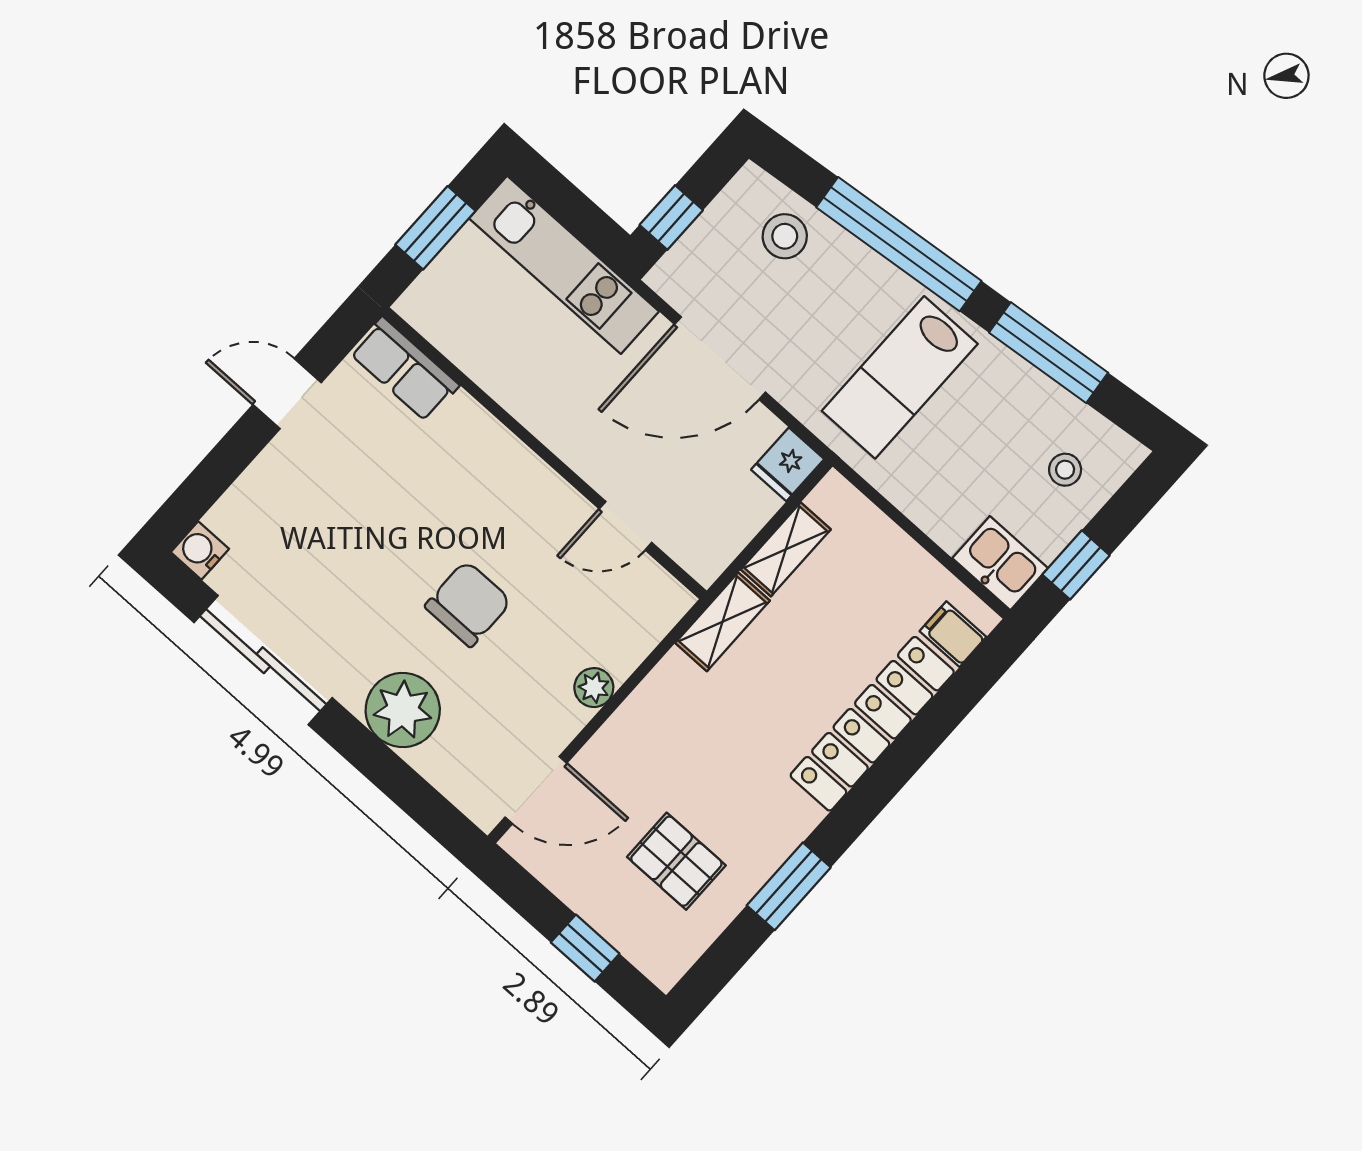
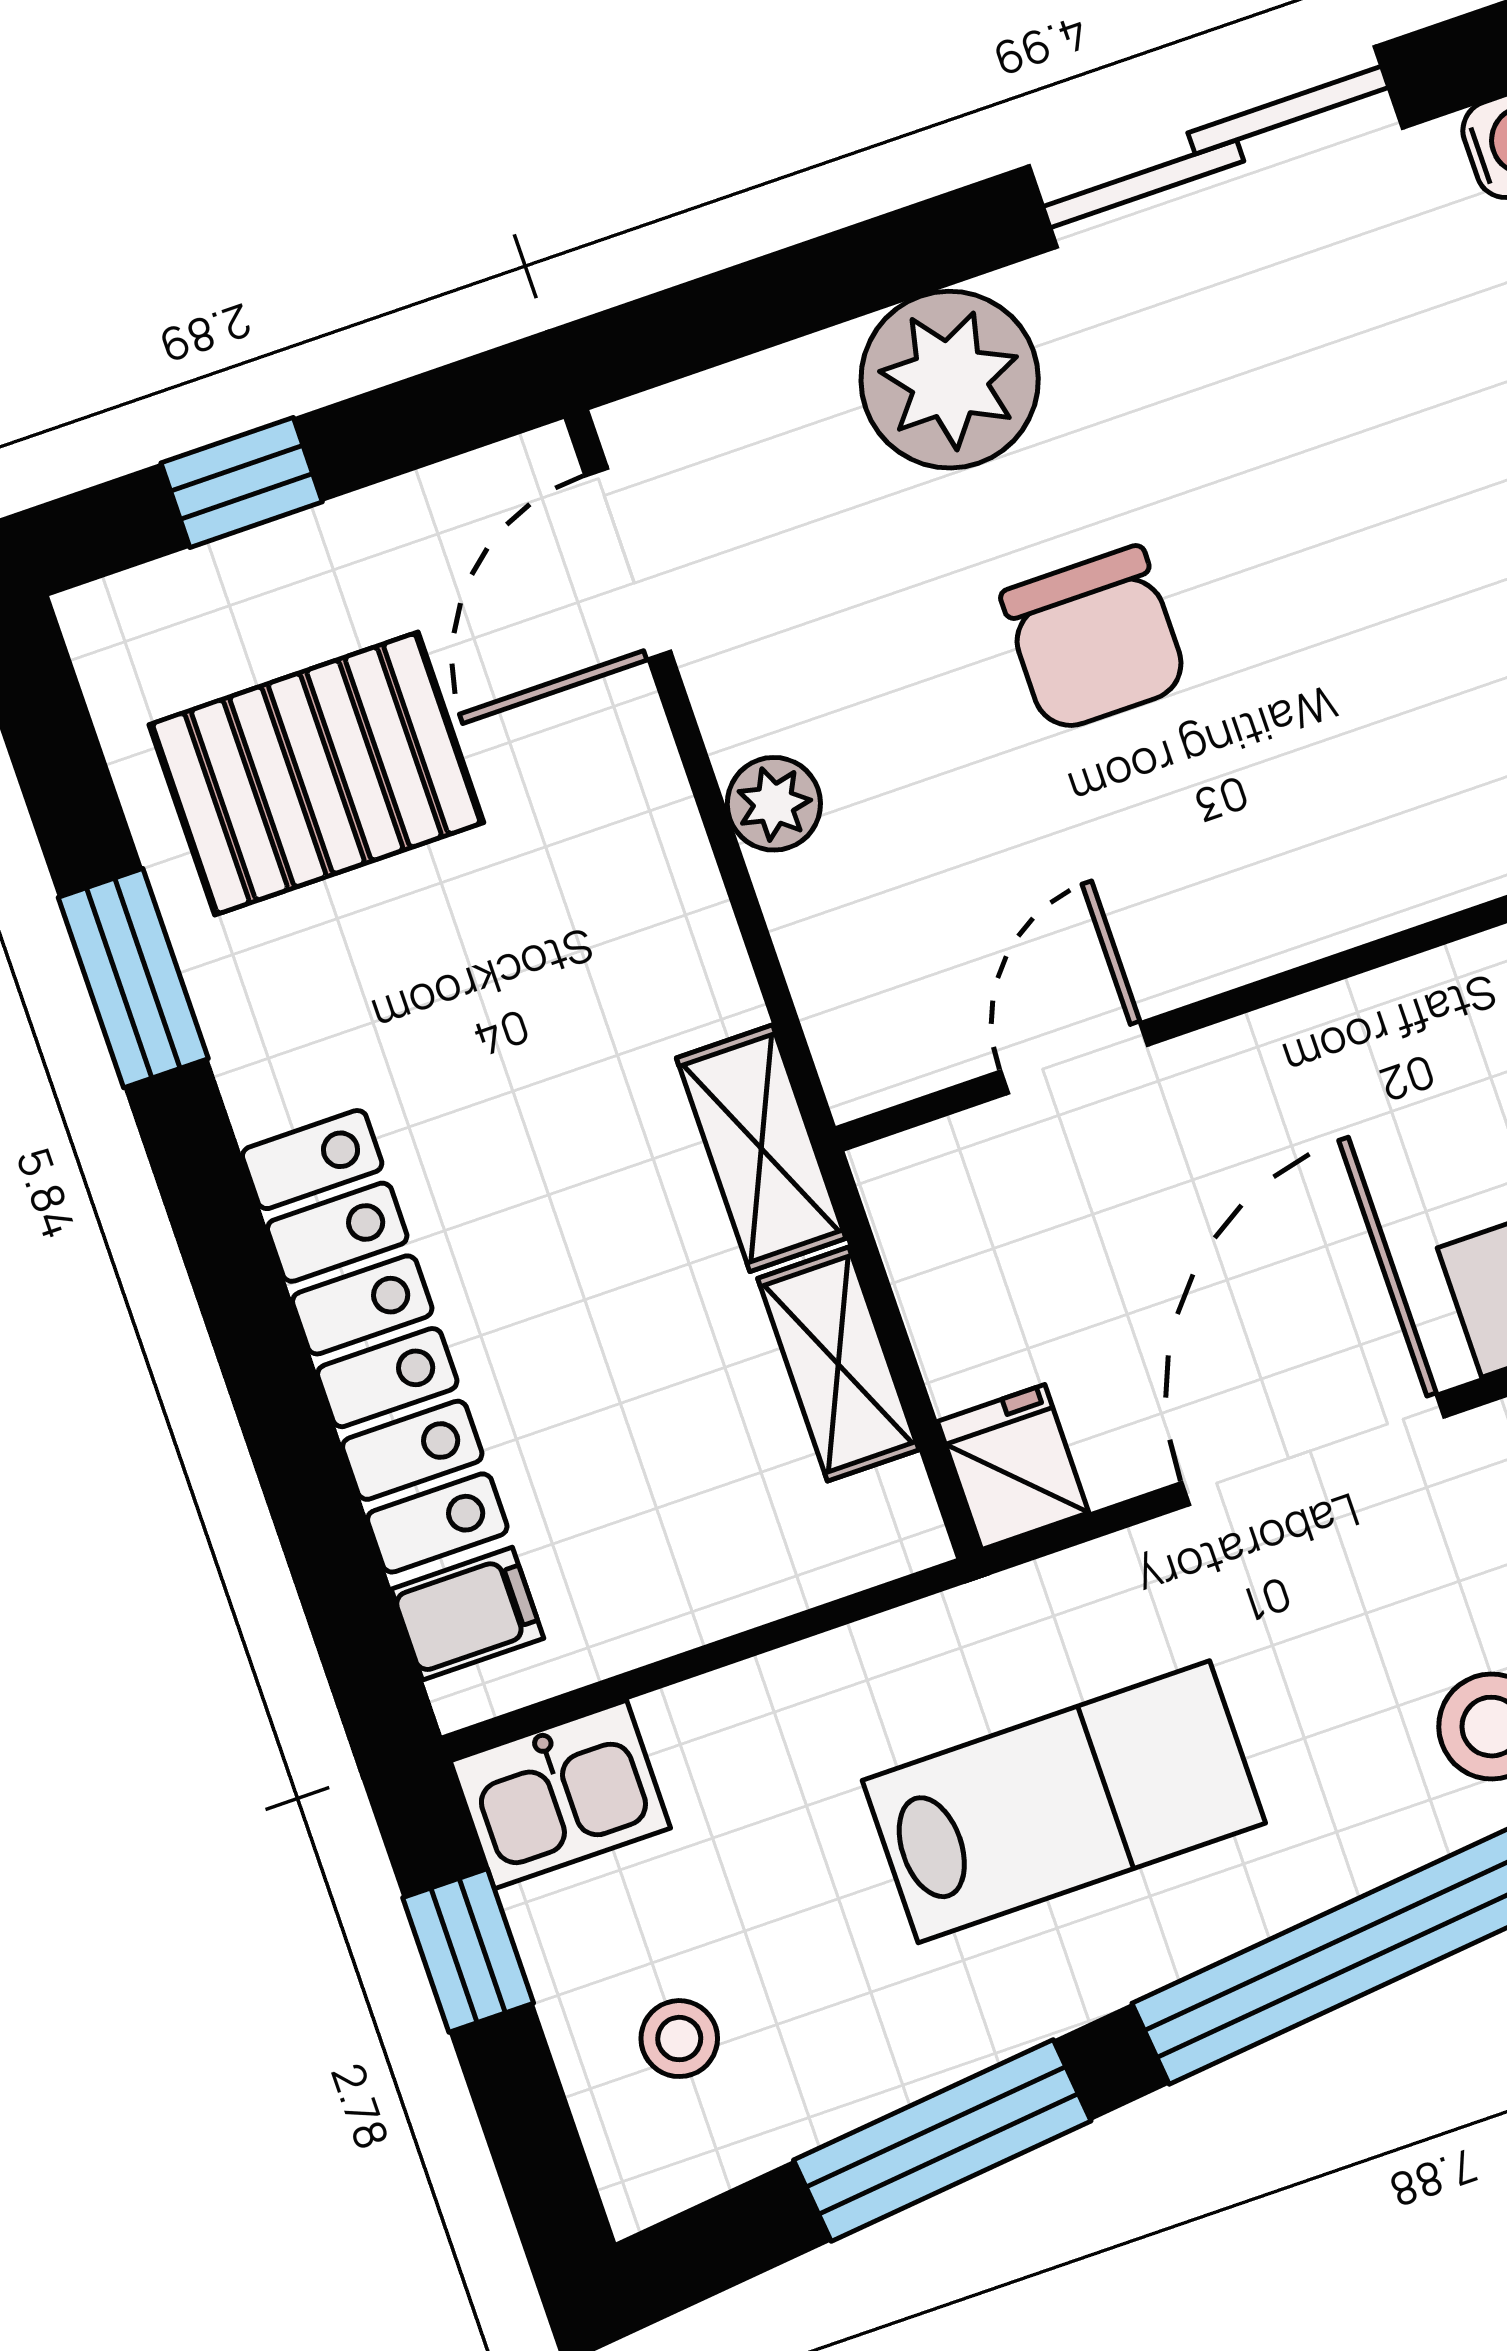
lab bench: (900, 377) -> (1064, 1802), turned 90
pallet: (676, 861) -> (316, 774), width x1.50, depth x1.42

